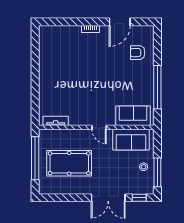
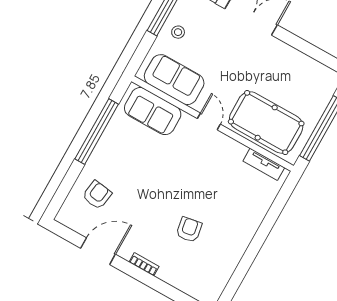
armchair: (138, 53) -> (97, 195), turned -82
armchair: (77, 62) -> (189, 230), added
pool table: (69, 163) -> (266, 123), moved

